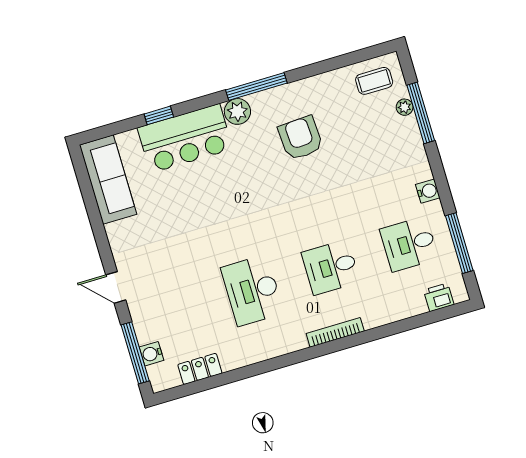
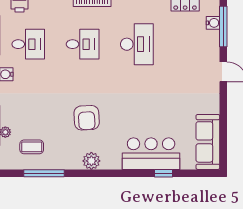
coffee table: (374, 81) -> (32, 147), moved
window: (256, 87) -> (44, 173), moved
plant: (237, 111) -> (91, 161), moved
armchair: (301, 138) -> (87, 118), moved

